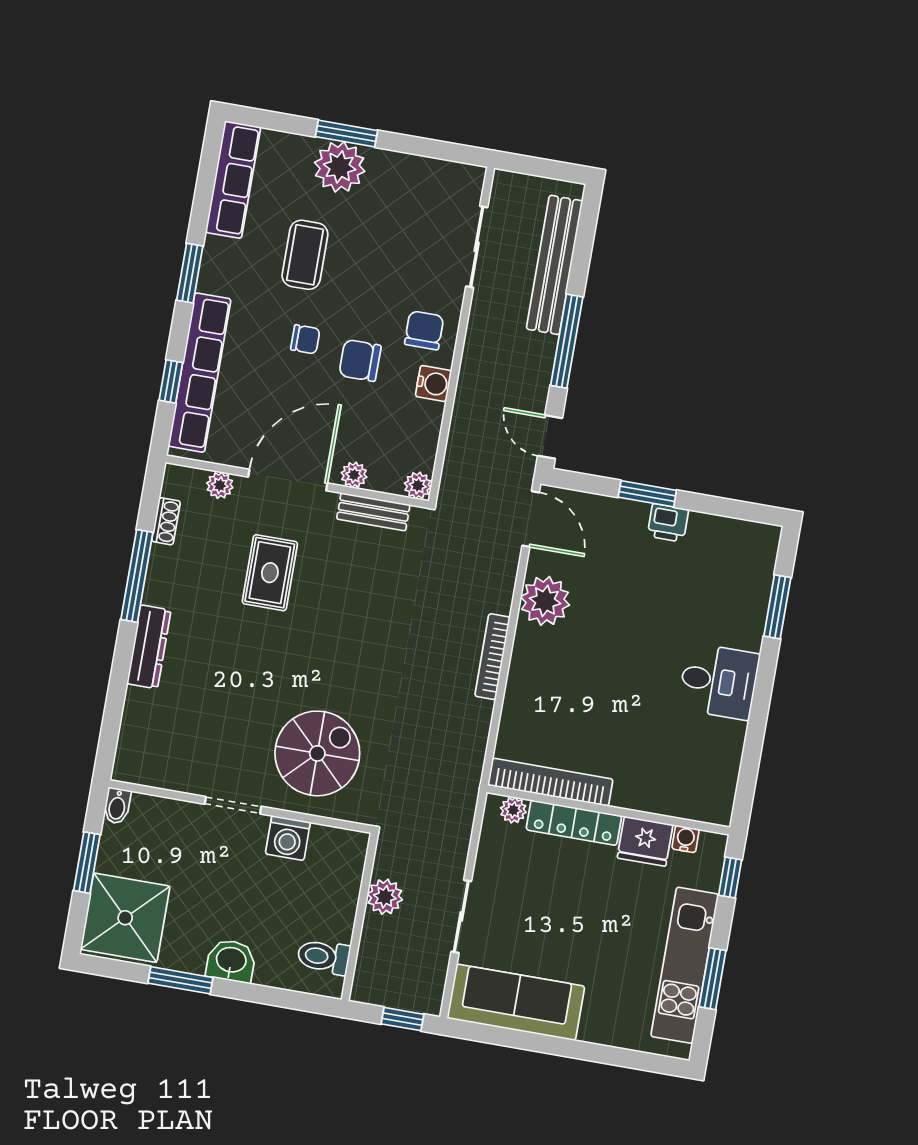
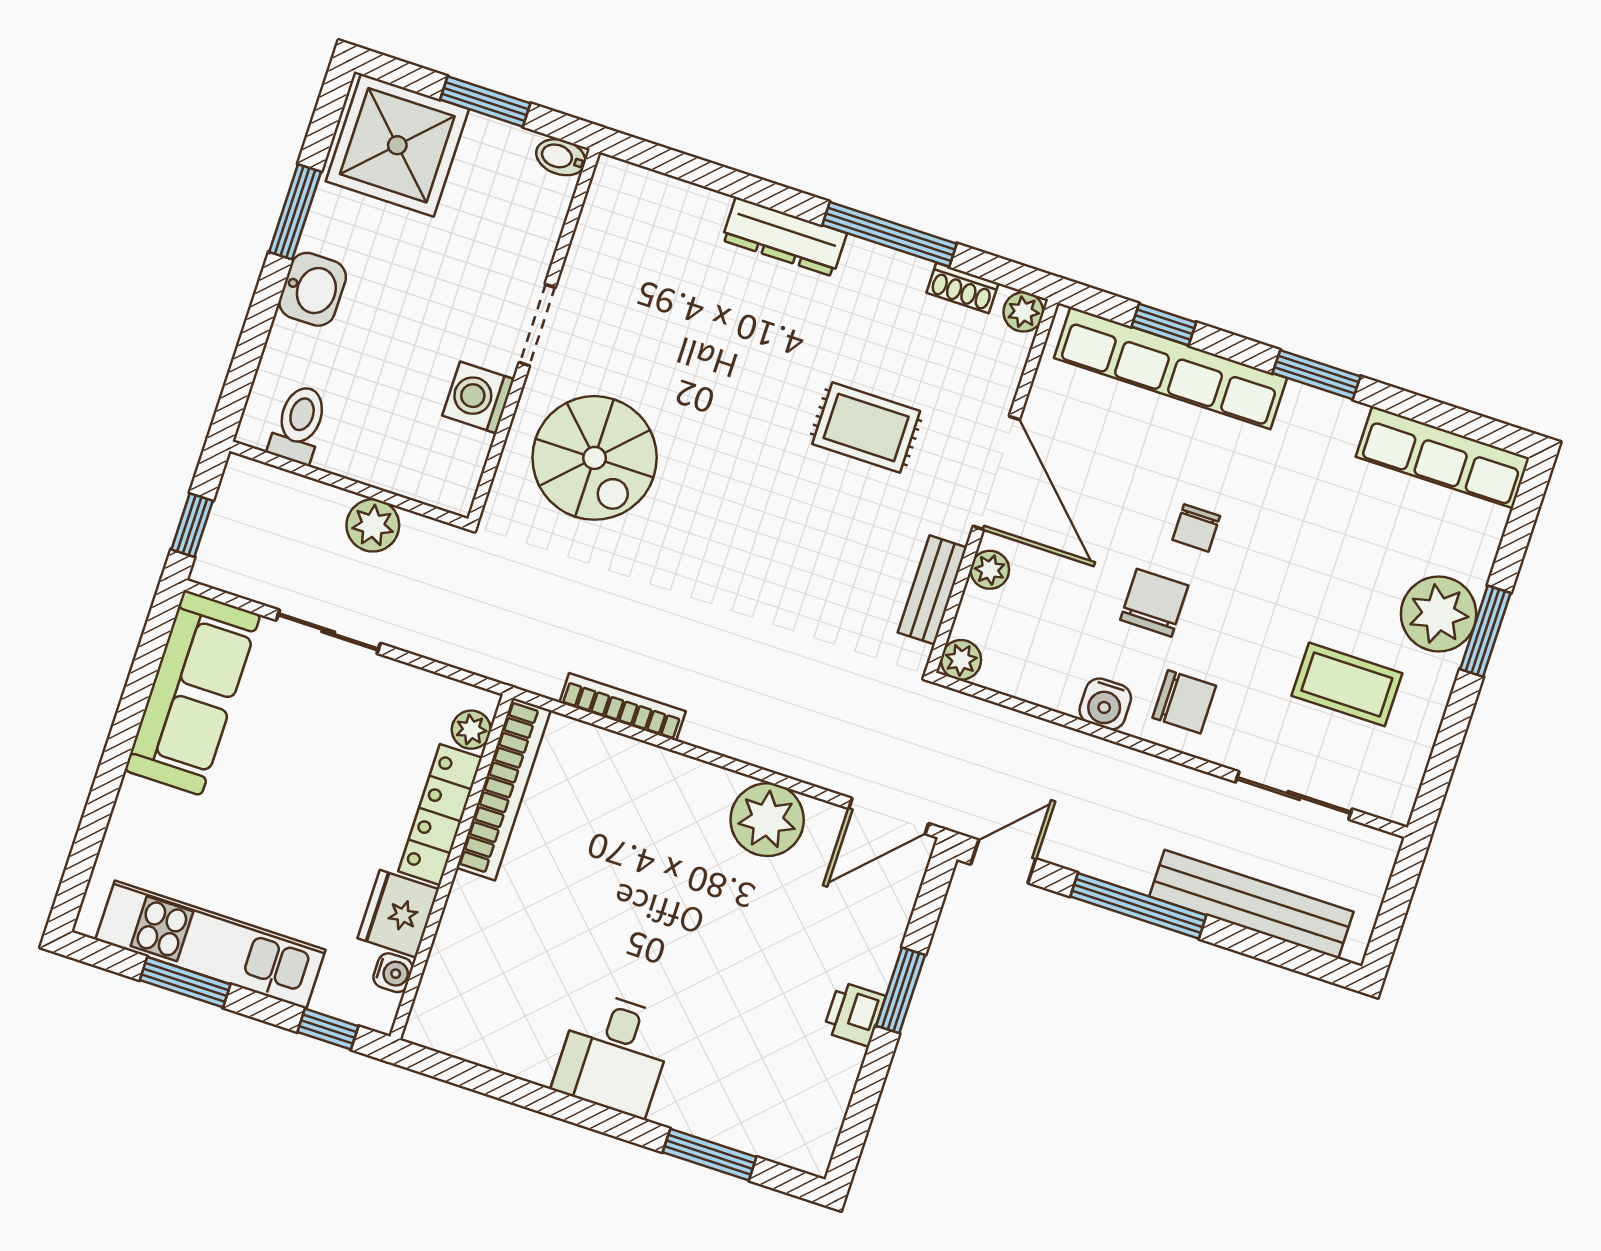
coffee table: (305, 255) -> (1347, 684), moved
plant: (220, 485) -> (1023, 312), moved
bookcase: (492, 657) -> (623, 707), moved

